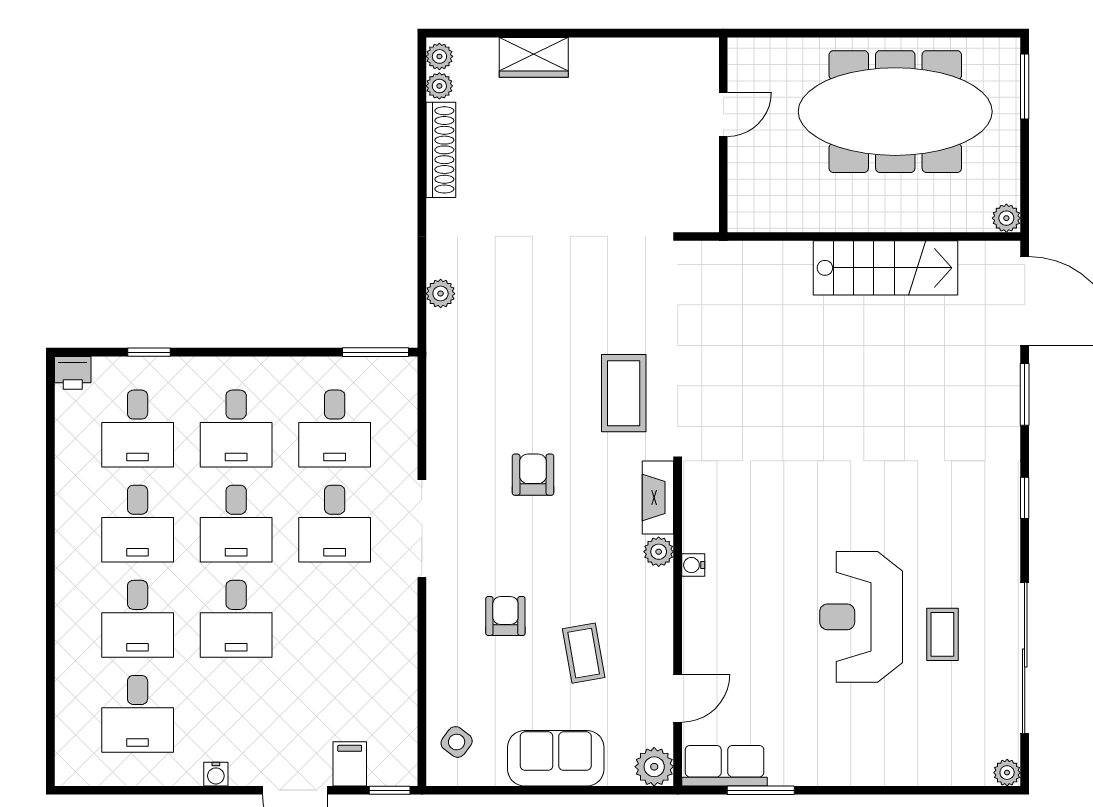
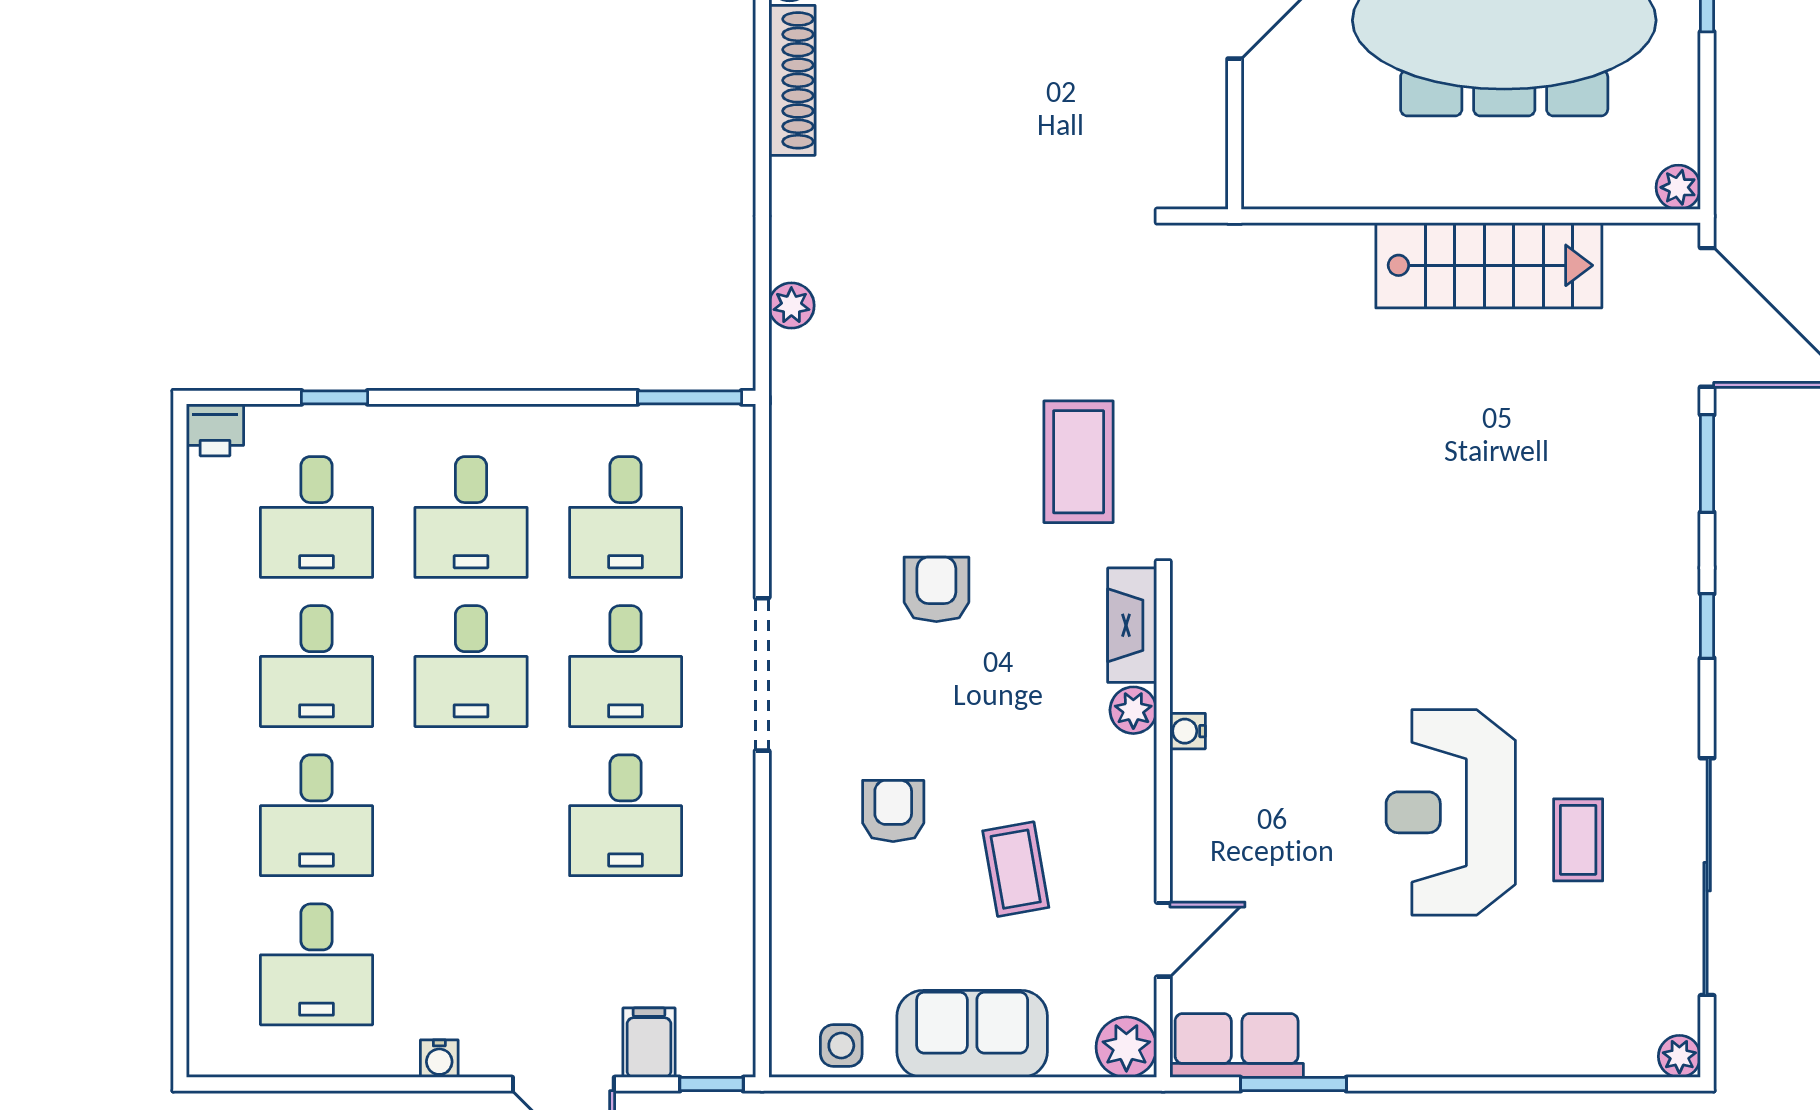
desk: (236, 619) -> (626, 815), moved
side table: (457, 742) -> (841, 1046), moved, turned -37

